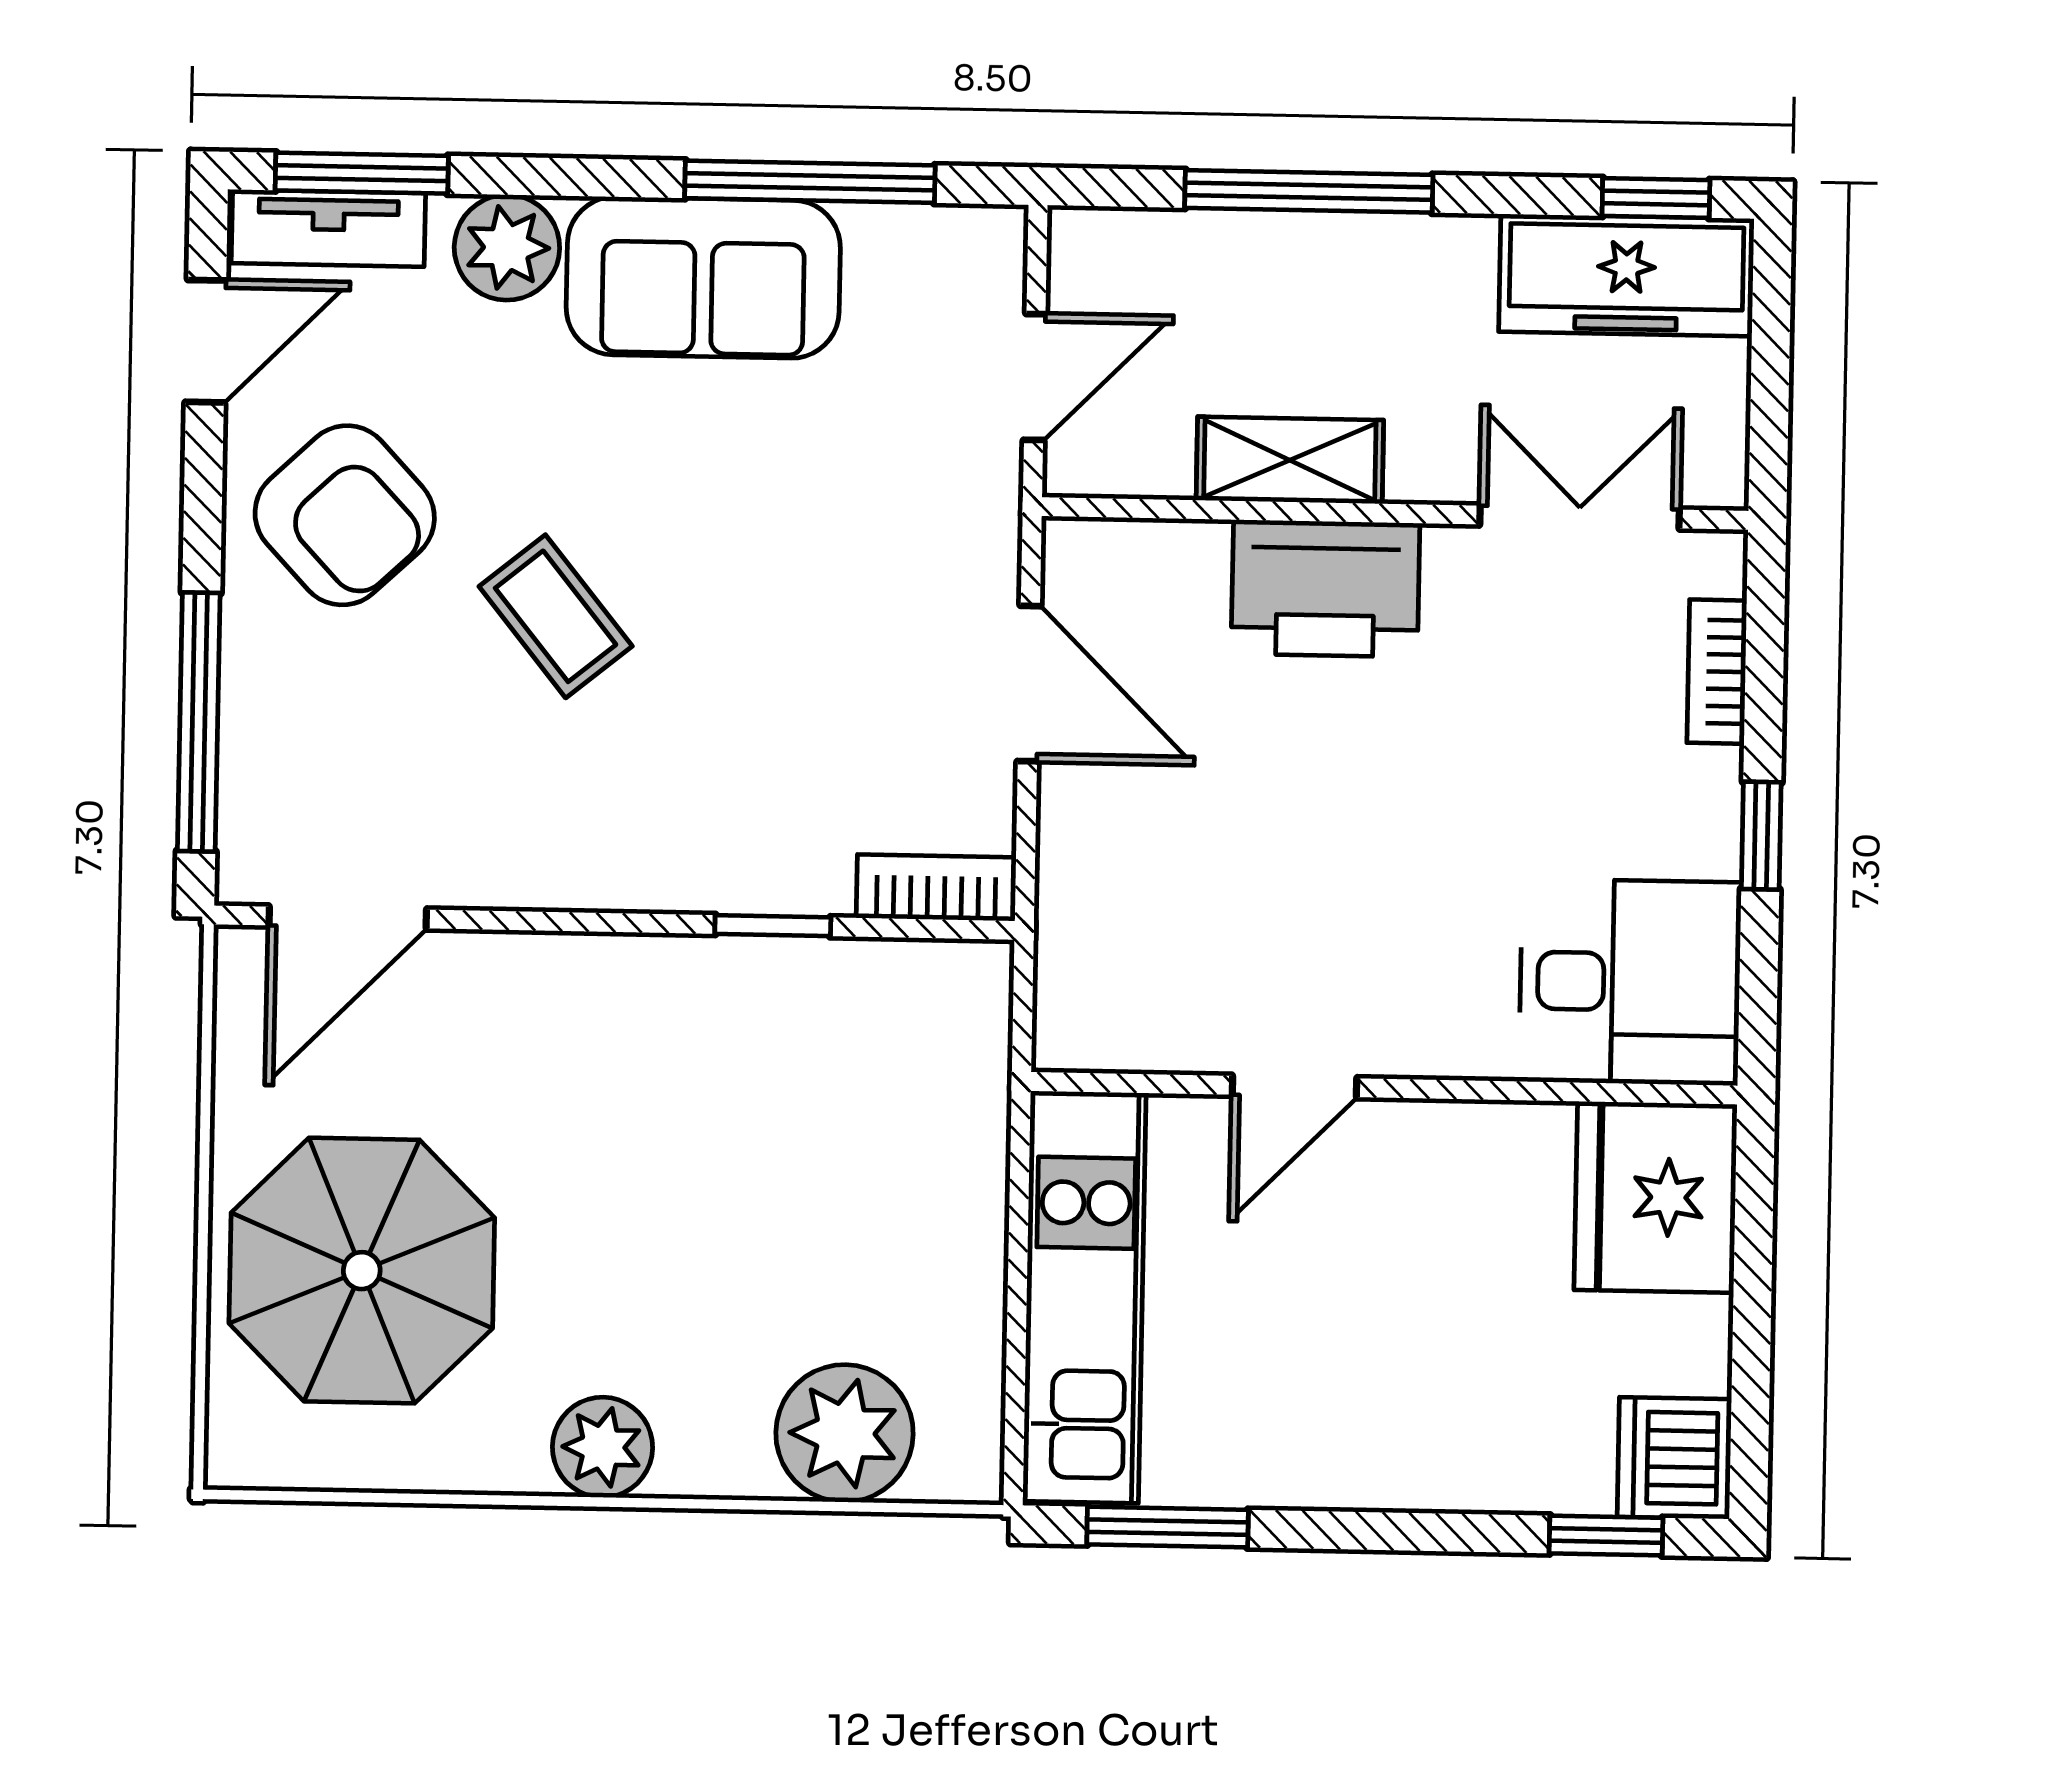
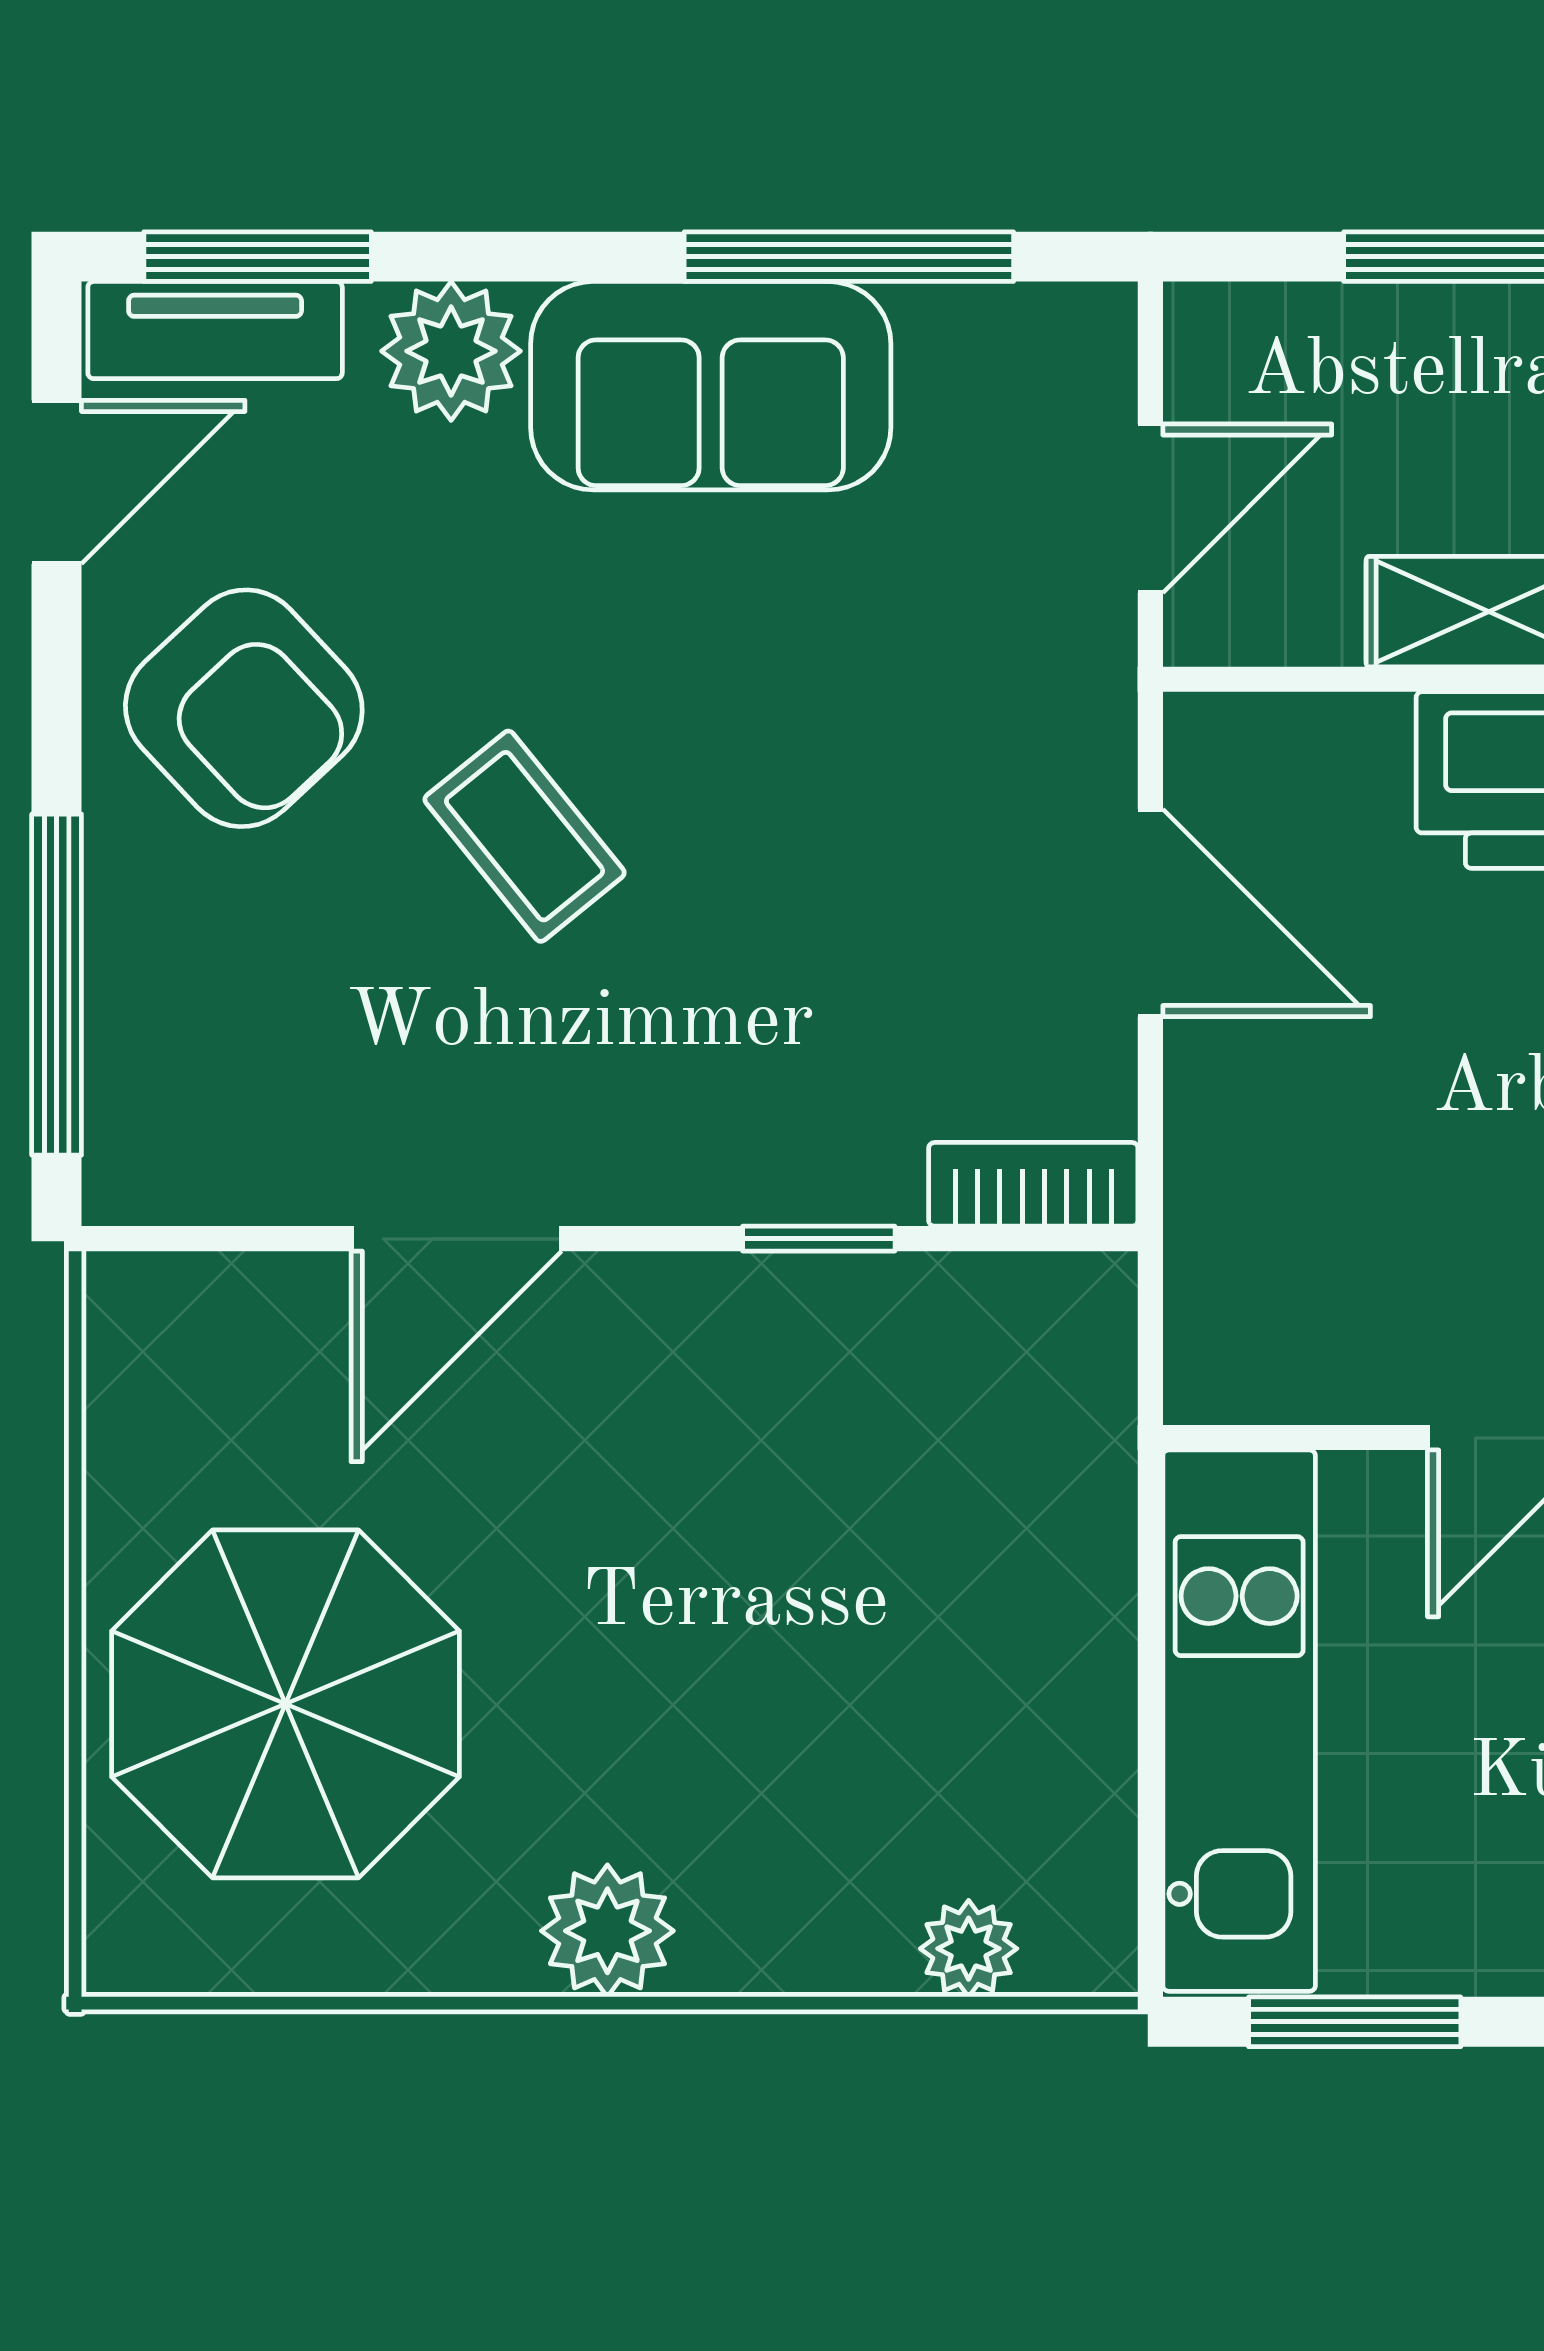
door: (348, 918) -> (456, 1239), moved
plant: (845, 1433) -> (969, 1949), width x0.53, depth x0.53

